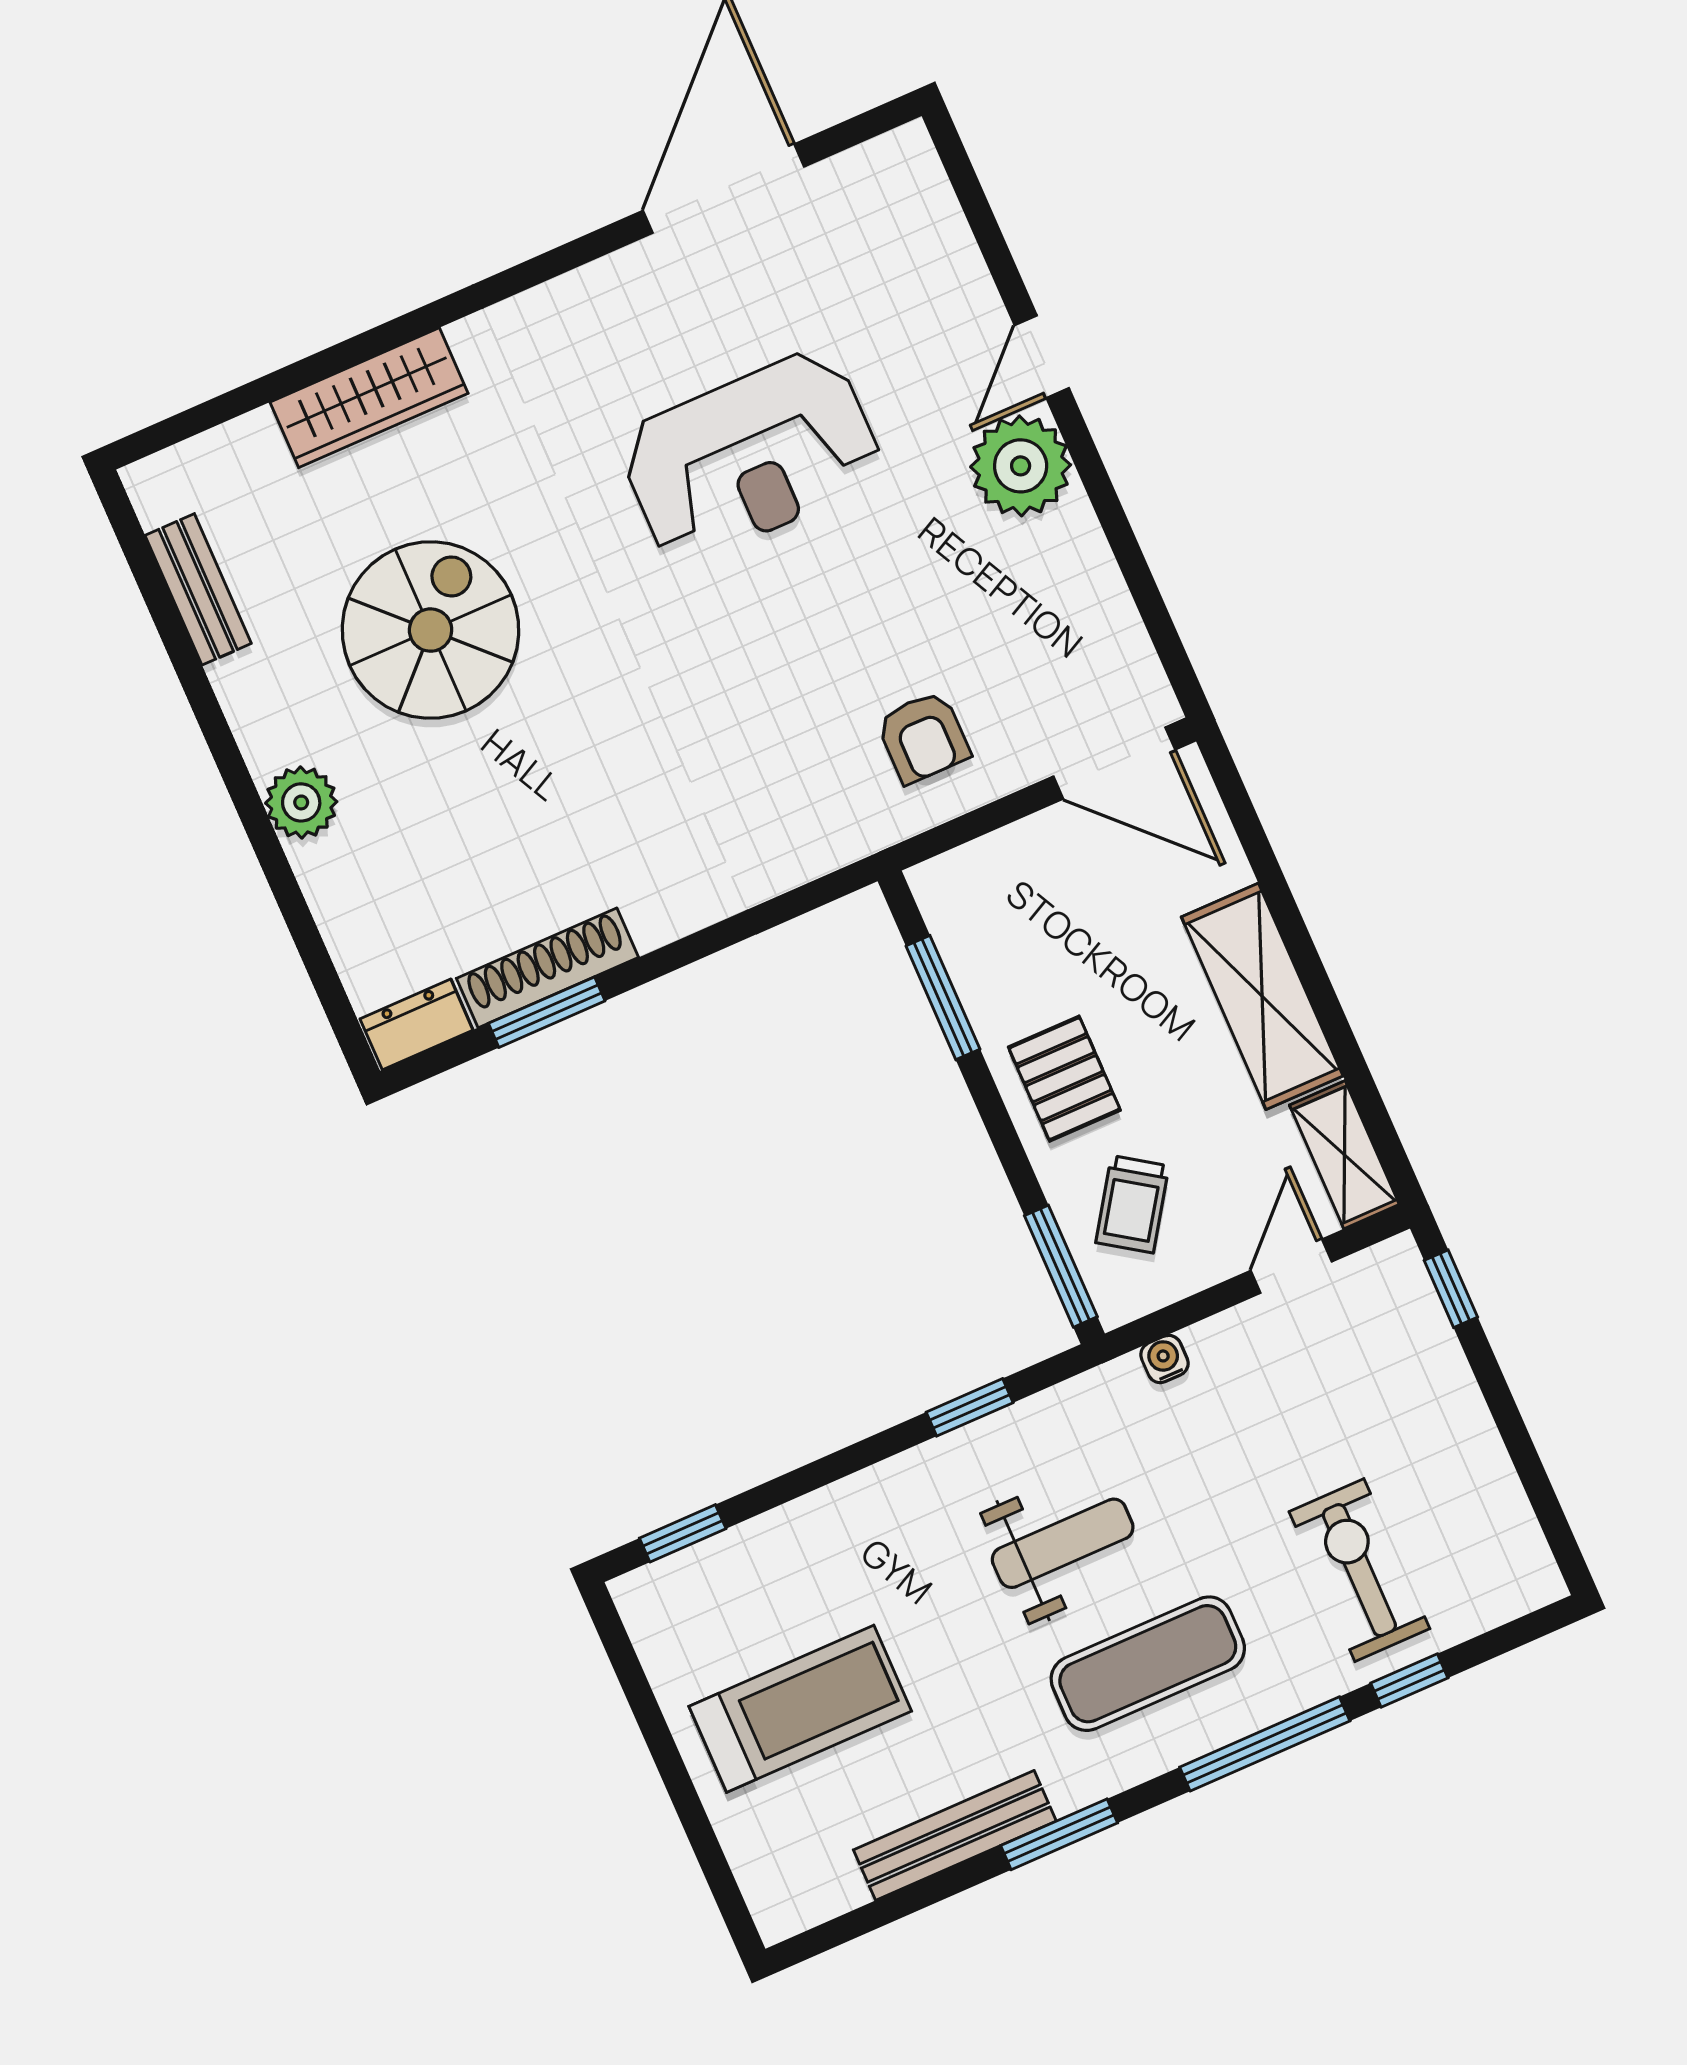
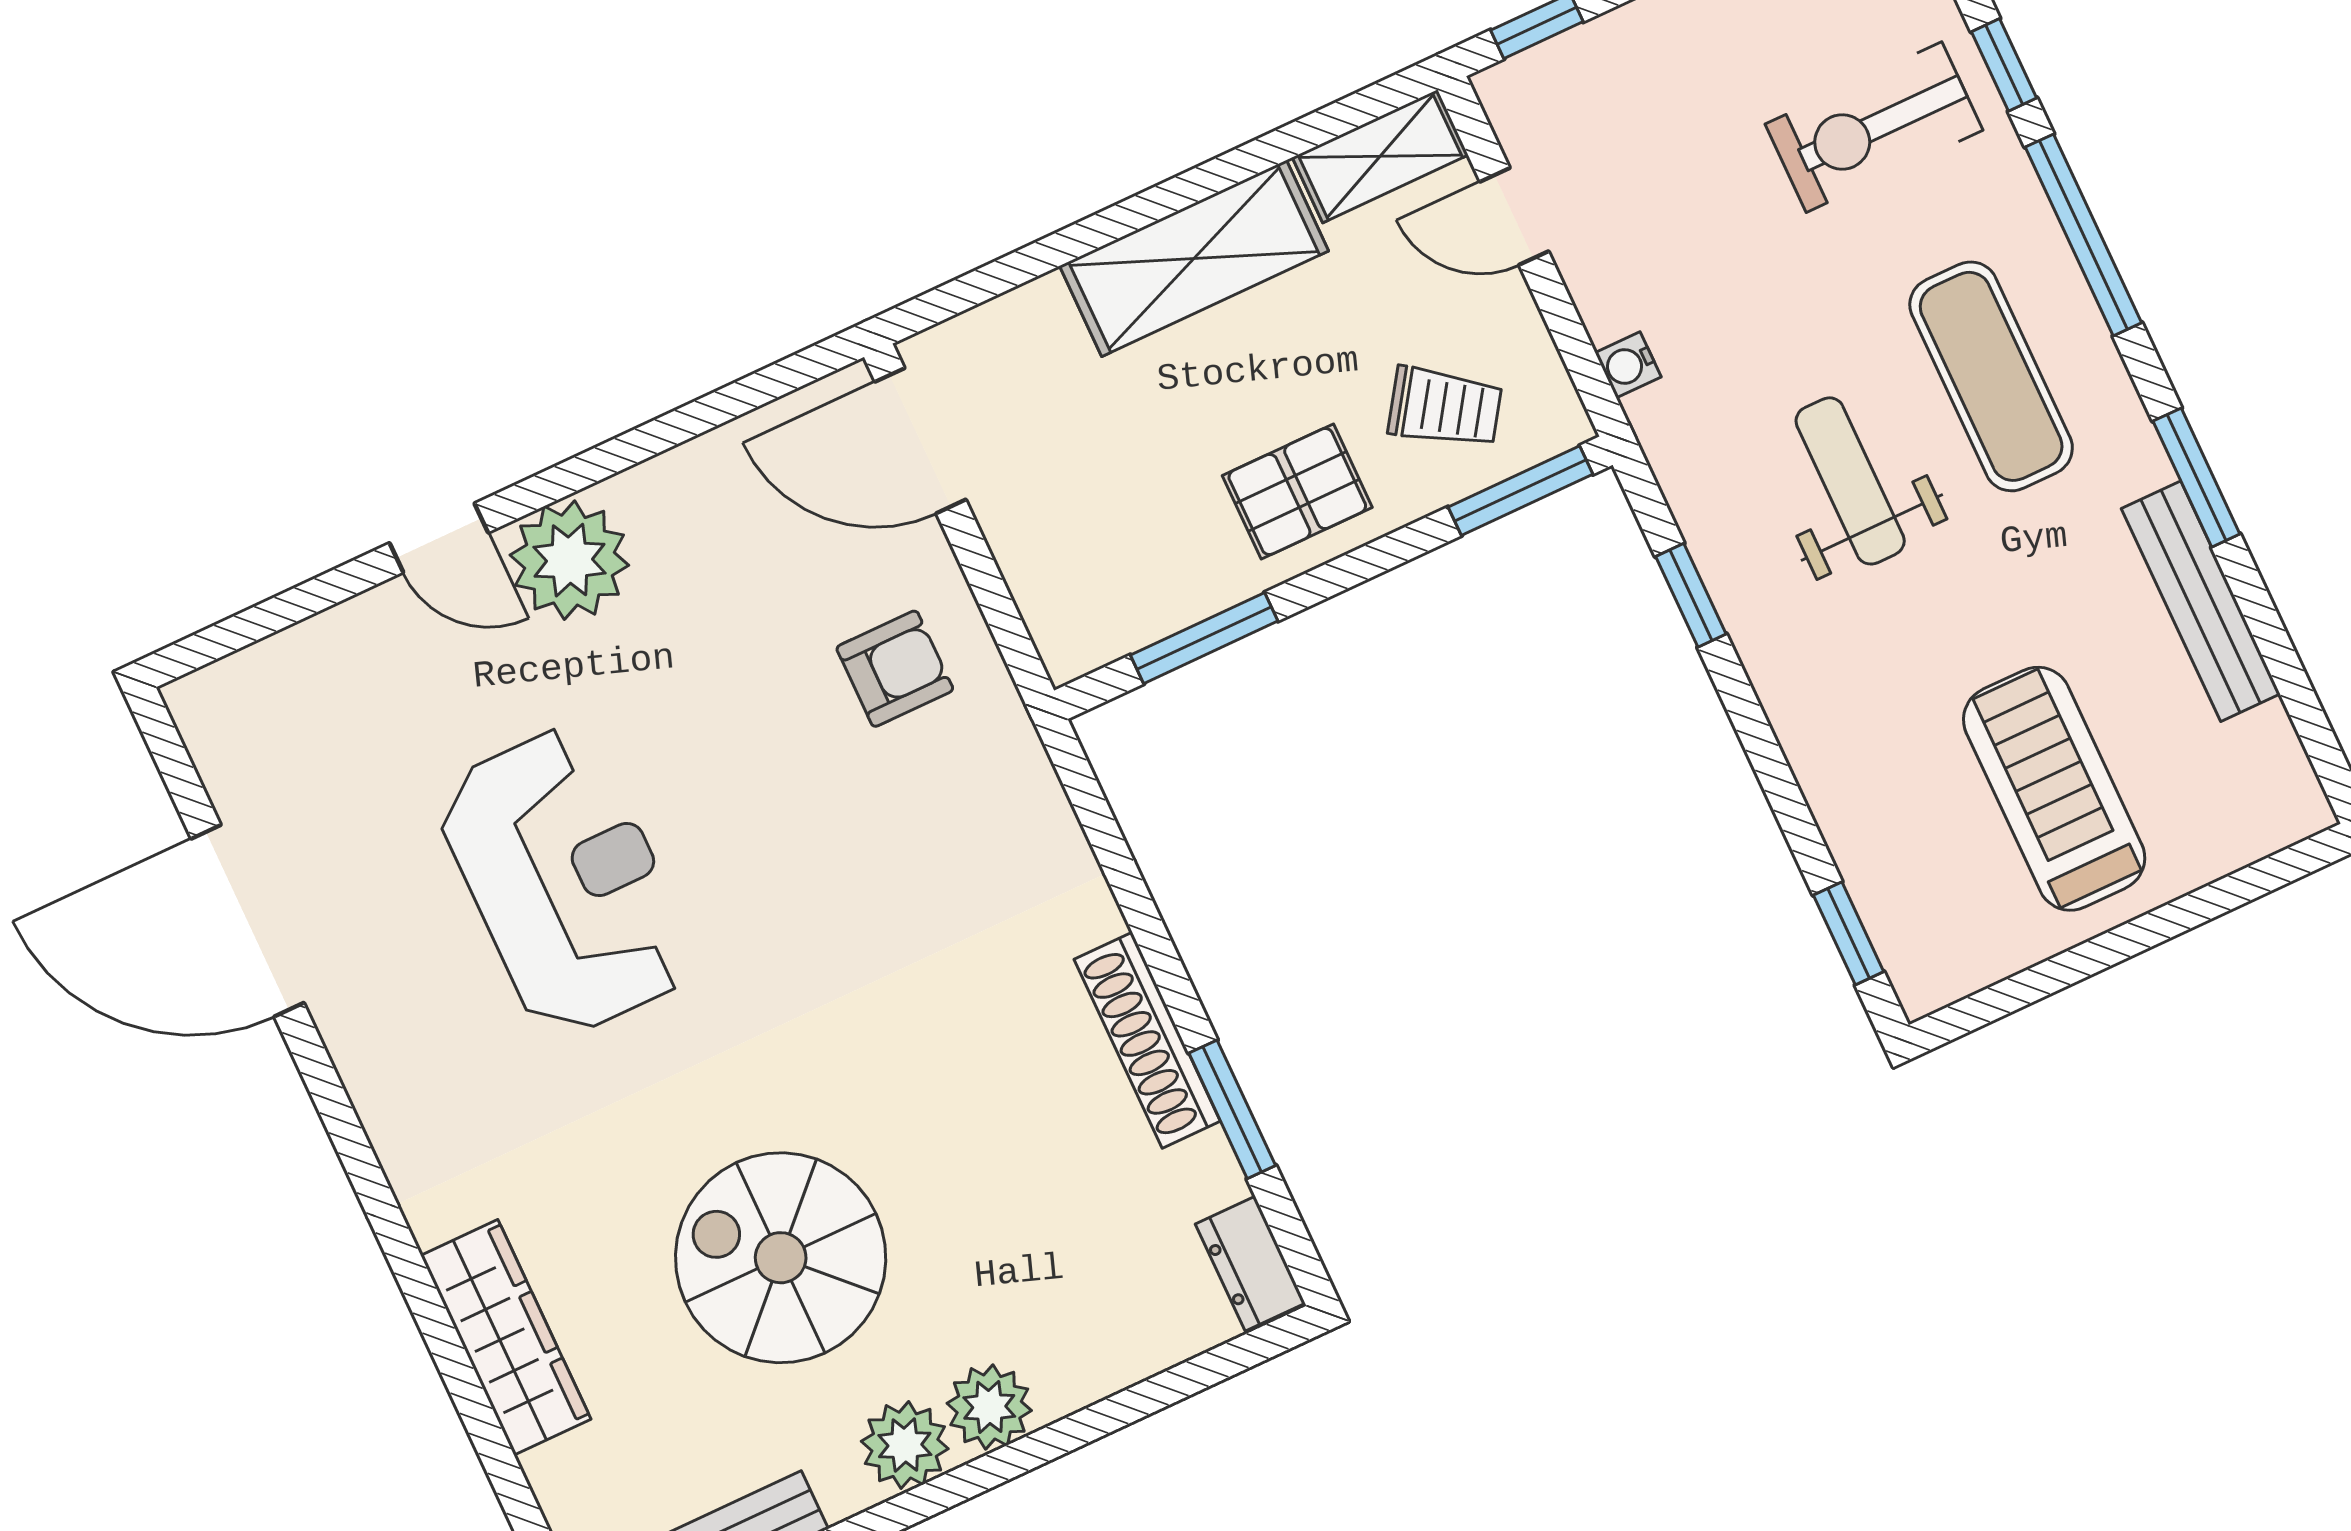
plant: (271, 731) -> (905, 1445), added
door: (1114, 763) -> (920, 441), swing flipped
shoe rack: (547, 968) -> (1147, 1040), moved

